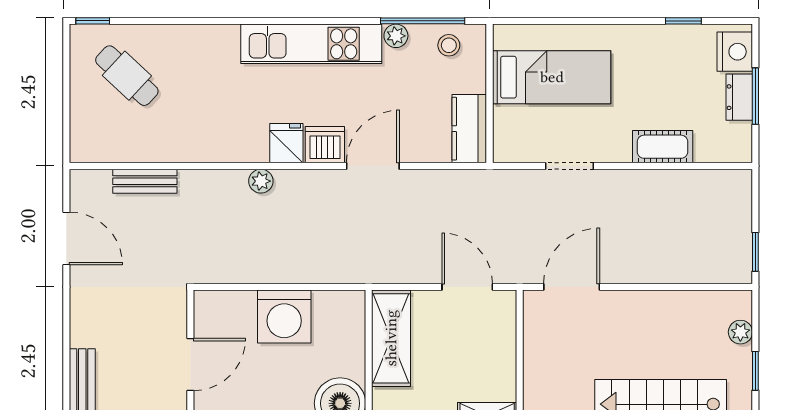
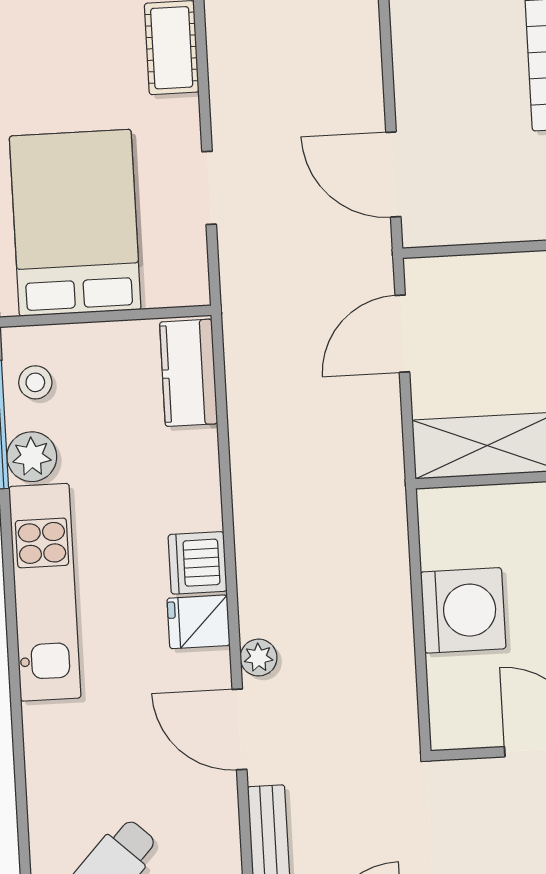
plant: (396, 36) -> (32, 457), width x1.38, depth x1.38
bed: (552, 77) -> (75, 223), width x1.50
kitchen counter: (469, 129) -> (189, 373), moved, turned 90
door: (373, 166) -> (239, 729), moved

